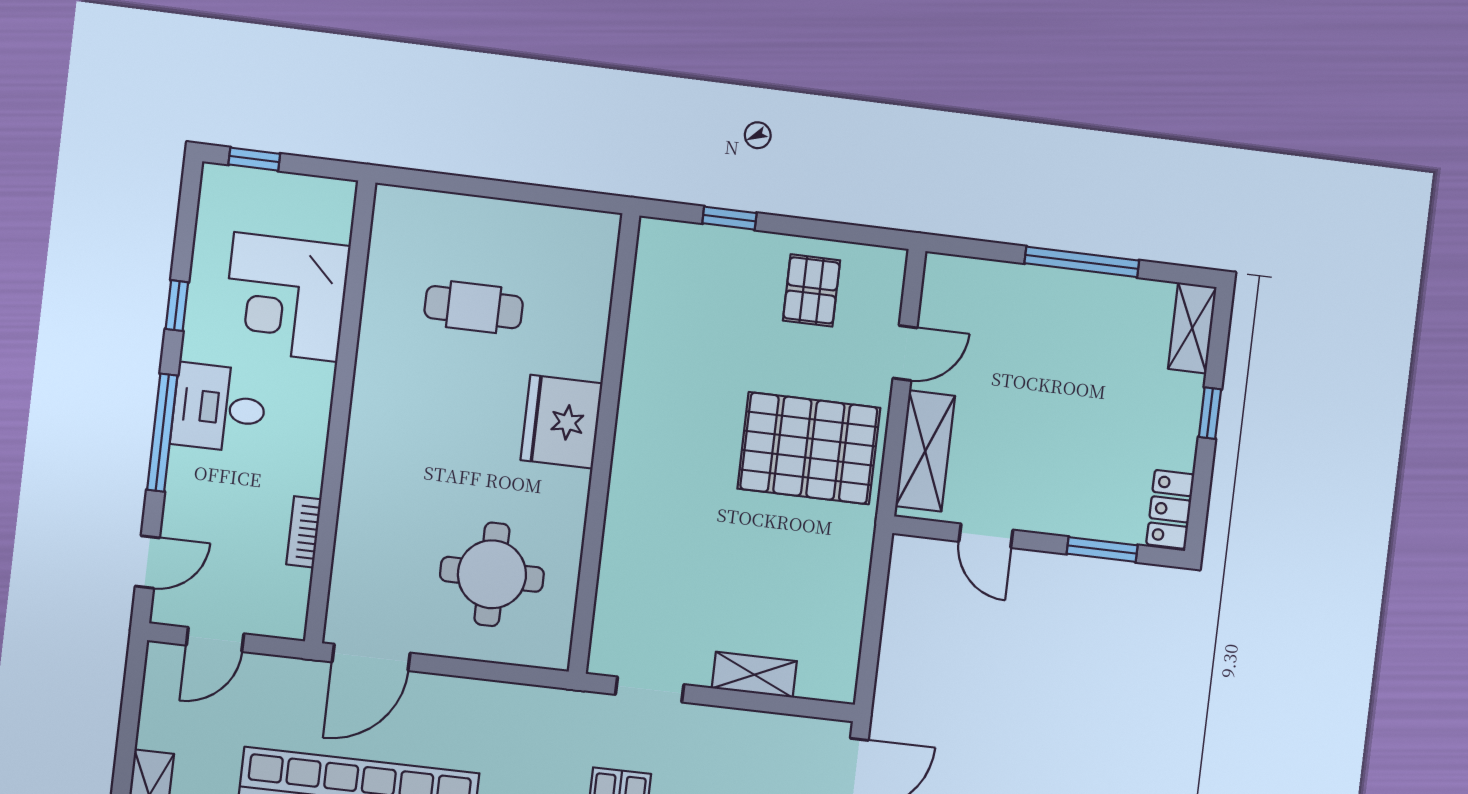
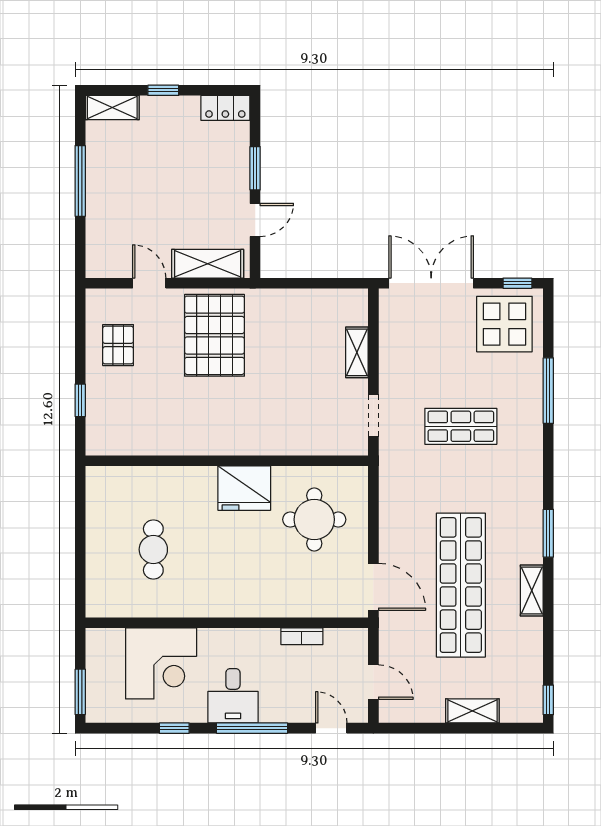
window: (254, 159) -> (80, 692), width x1.50
pallet: (811, 290) -> (118, 345), turned 90
fridge: (562, 422) -> (244, 488), moved
window: (1102, 550) -> (255, 168), moved

